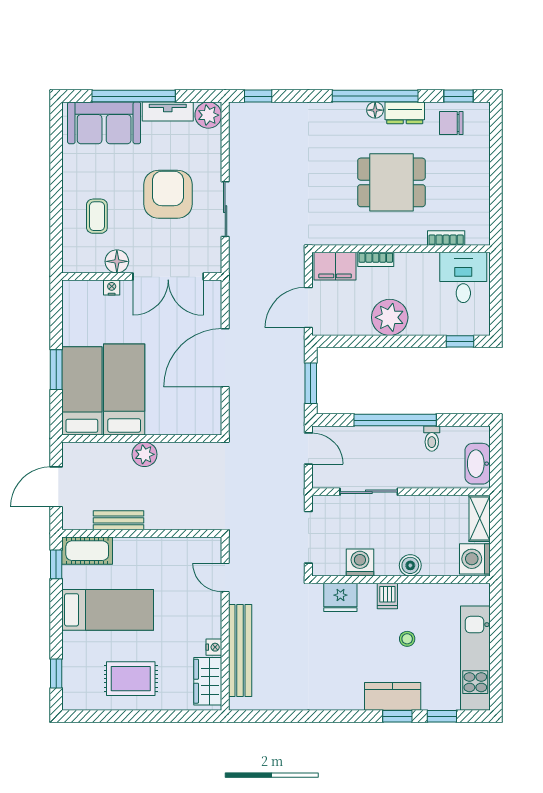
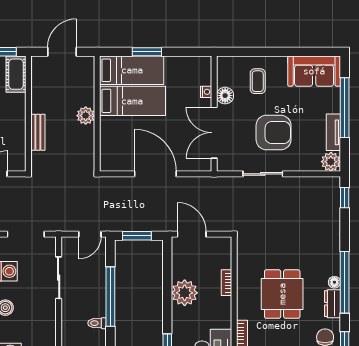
sofa: (104, 123) -> (314, 71), moved, turned -90
coffee table: (97, 216) -> (258, 81), turned 90
filing cabinet: (335, 266) -> (222, 253), removed
door: (56, 487) -> (62, 52), hinge flipped
bench: (119, 520) -> (38, 132), moved

